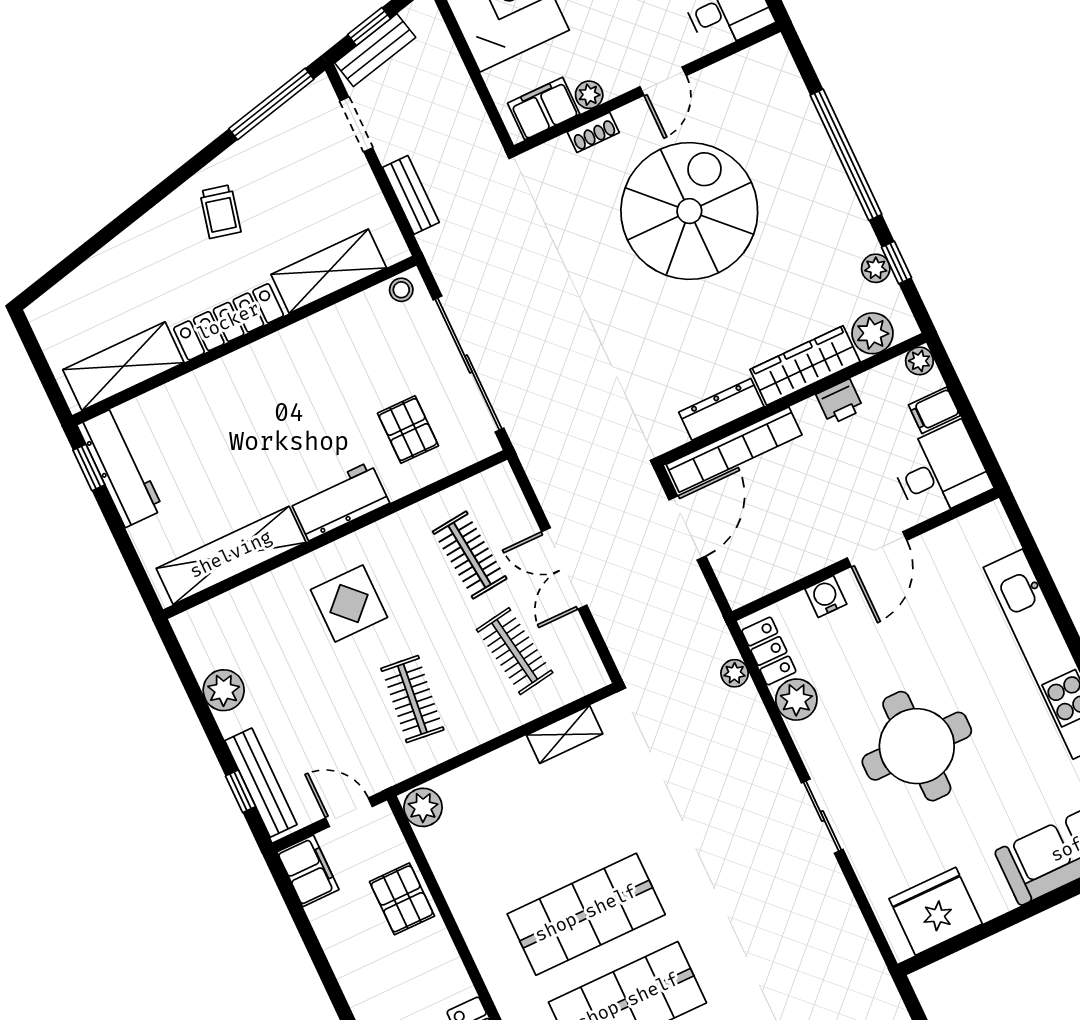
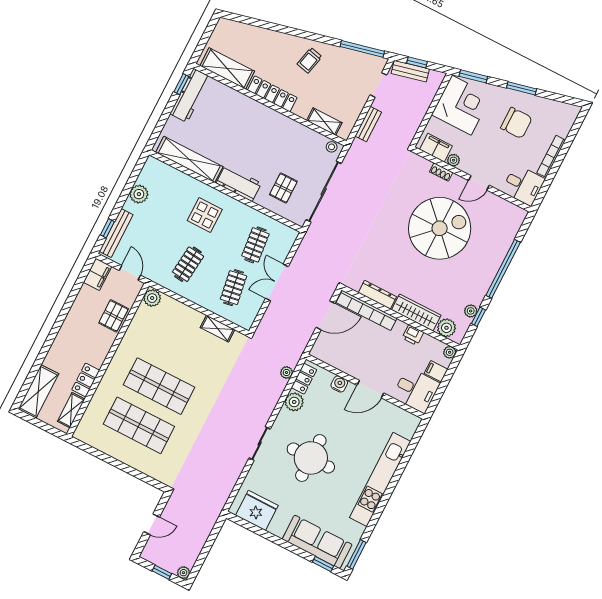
shelving: (329, 271) -> (324, 122), width x0.67, depth x0.75

